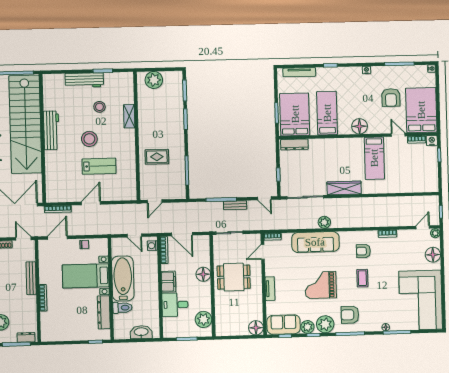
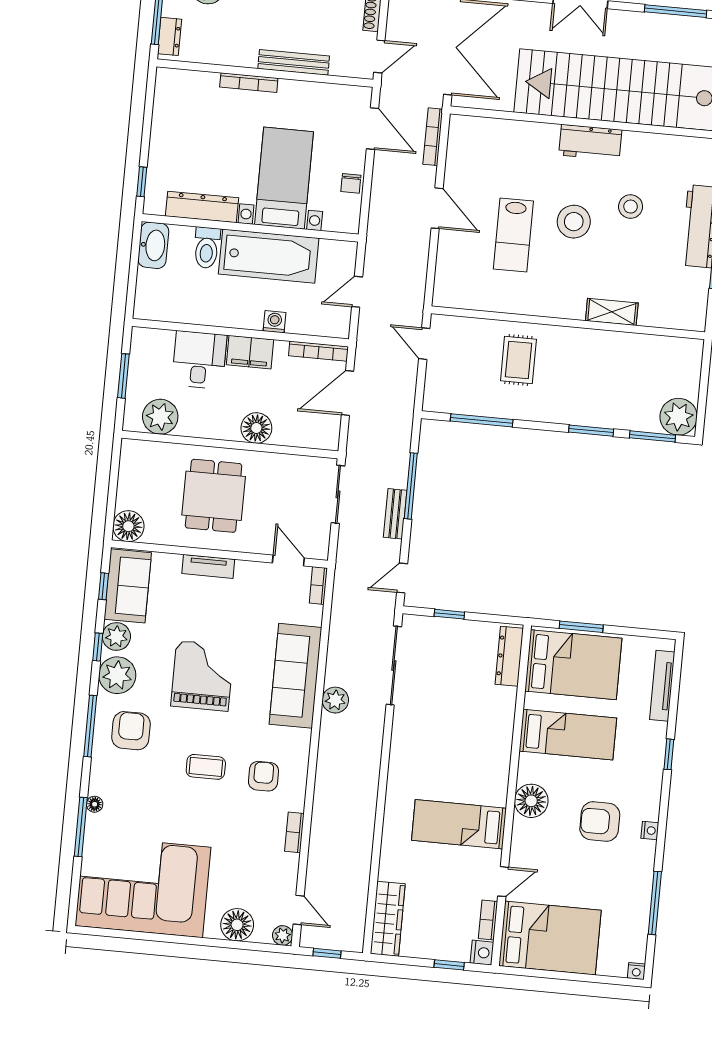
plant: (154, 80) -> (679, 417), moved
armchair: (391, 98) -> (600, 822), moved
stool: (99, 107) -> (631, 207), moved
workbench: (51, 130) -> (590, 142), width x0.73
wardrobe: (344, 188) -> (388, 919), moved
washing machine: (152, 246) -> (275, 322), moved
dining table: (234, 277) -> (214, 496), moved
washbasin: (141, 332) -> (153, 245), moved

